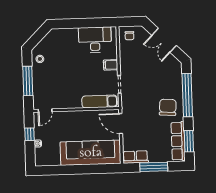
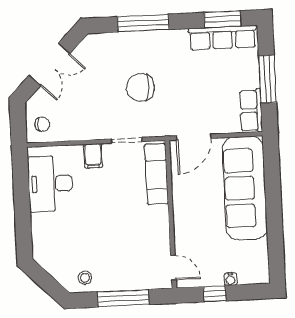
window: (187, 95) -> (143, 23), width x0.68
chair: (168, 107) -> (141, 87), moved

